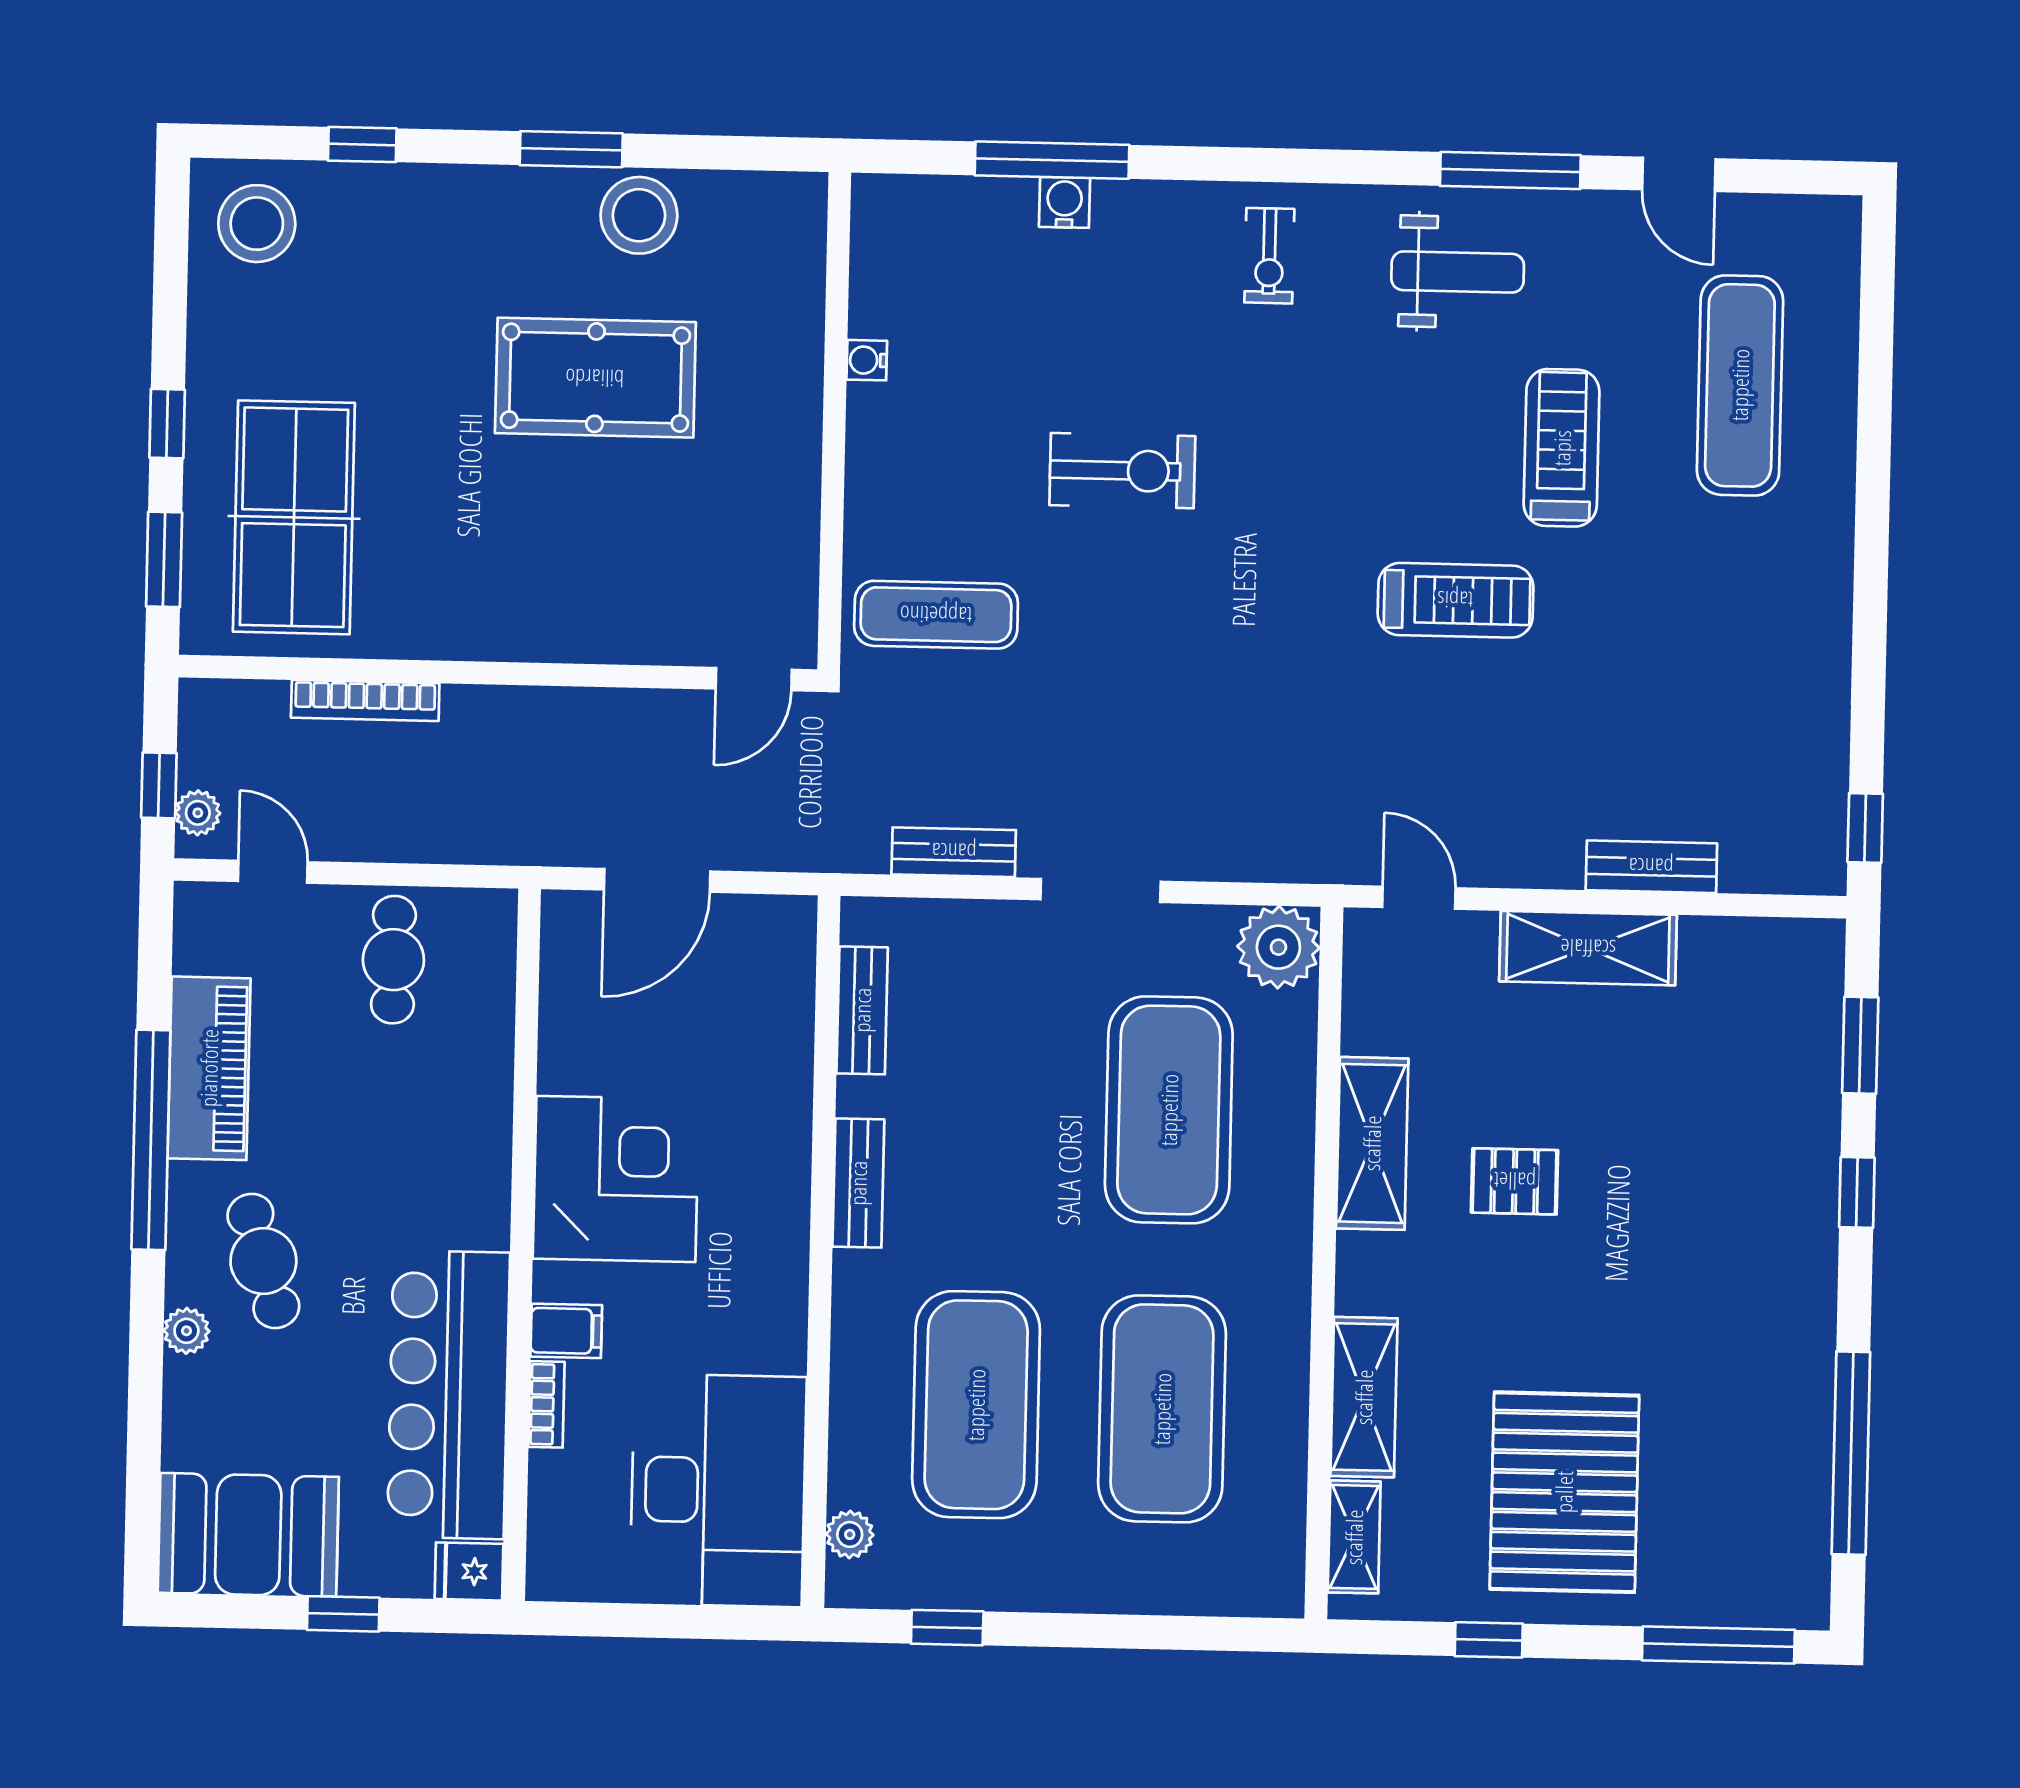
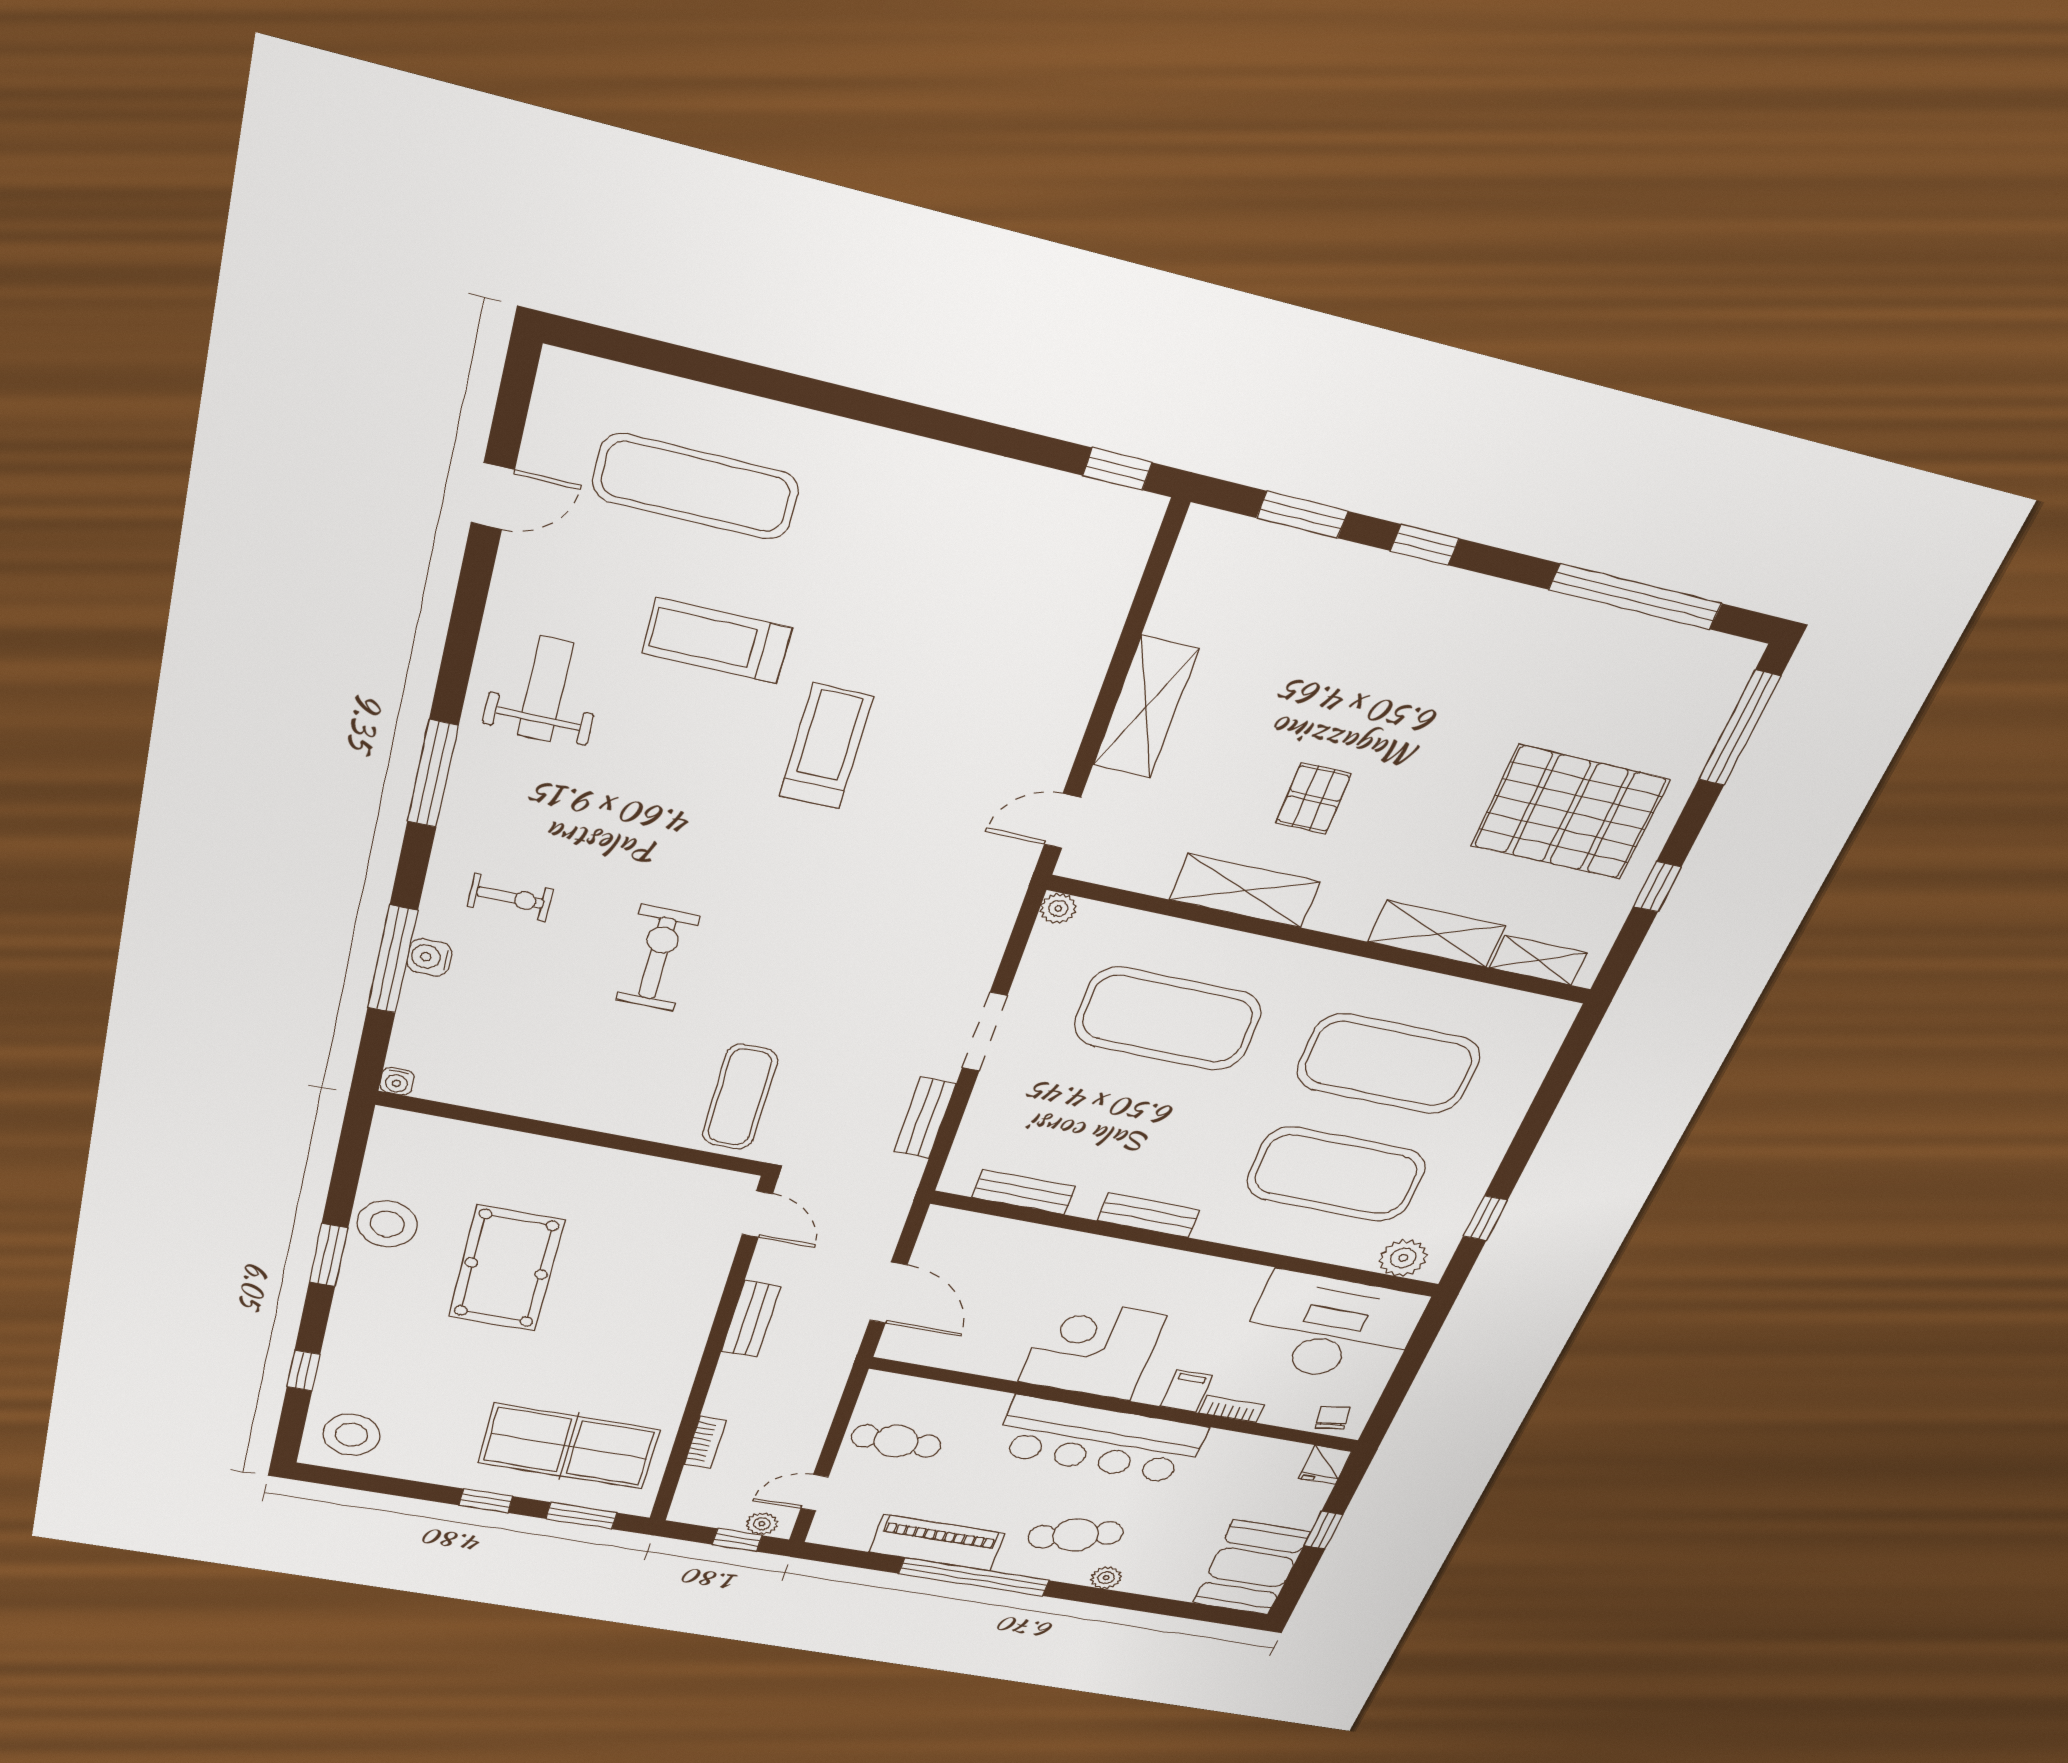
window: (1510, 171) -> (433, 774), moved
exercise bike: (1269, 256) -> (510, 898), moved
water cooler: (867, 360) -> (397, 1081), moved
bookcase: (365, 700) -> (705, 1442), width x0.64
bench: (1651, 867) -> (751, 1319), moved
plant: (1278, 947) -> (1058, 908), width x0.53, depth x0.53
bar counter: (448, 1395) -> (1100, 1440), moved
plant: (850, 1534) -> (1403, 1258), width x1.38, depth x1.38
chair: (559, 1550) -> (1333, 1418), added

